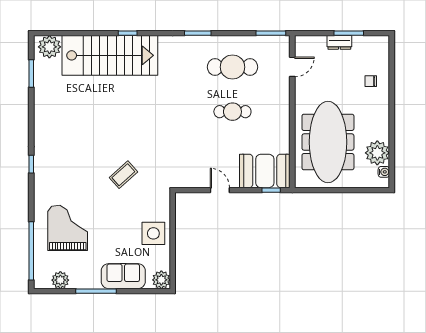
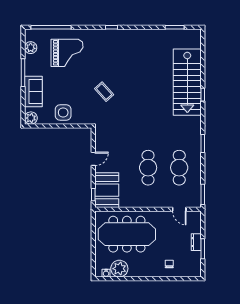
plant: (49, 47) -> (193, 40), removed
cafe table: (232, 112) -> (148, 168), width x1.37, depth x1.35

